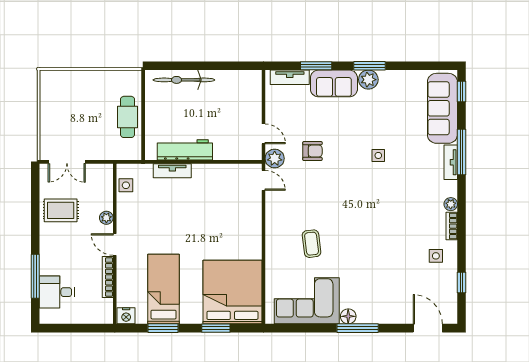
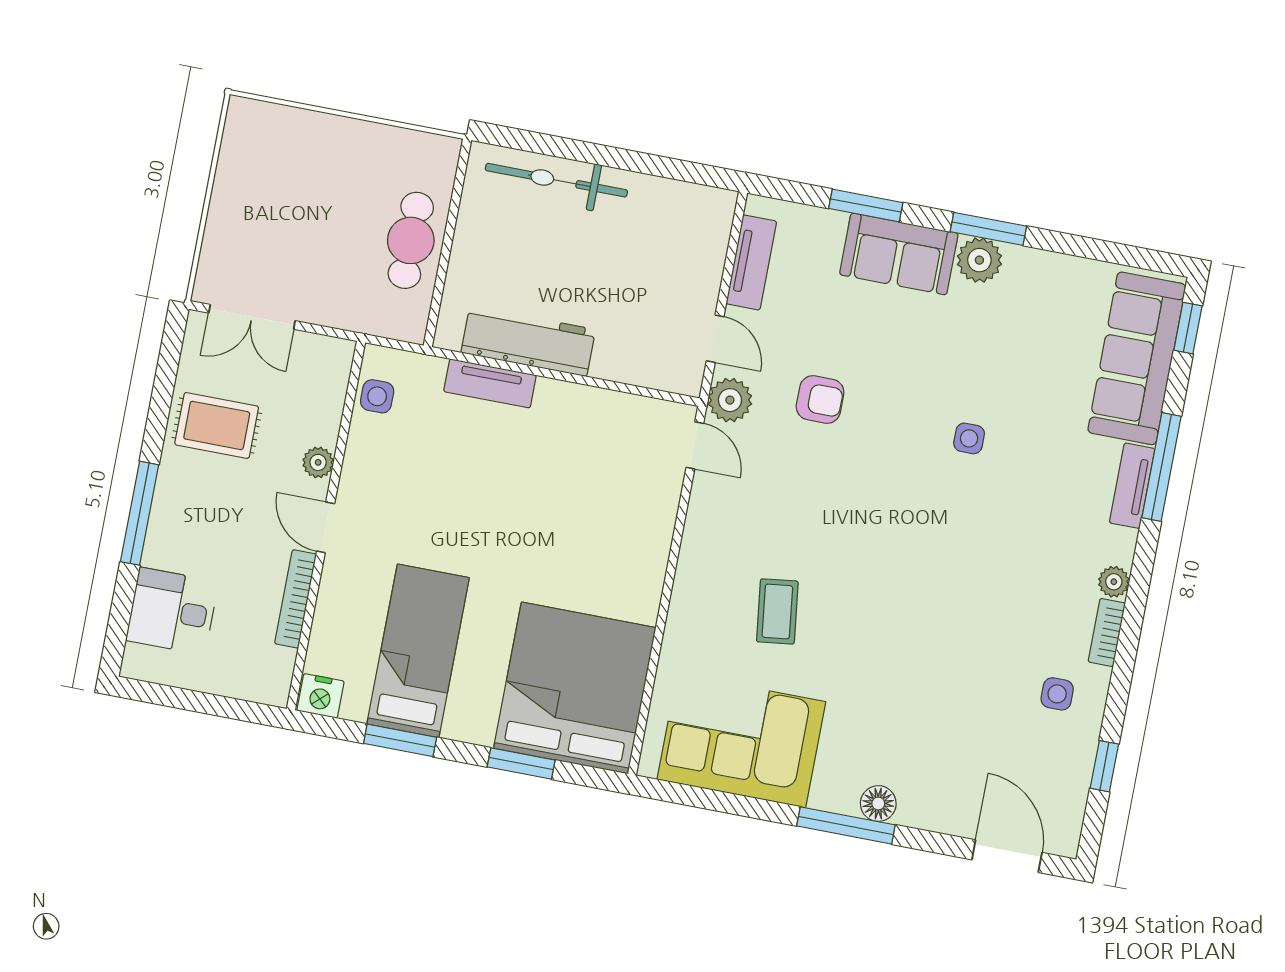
tv unit: (290, 77) -> (751, 262), moved, turned -90
window: (35, 276) -> (140, 513), moved
floor lamp: (348, 316) -> (878, 804), moved

